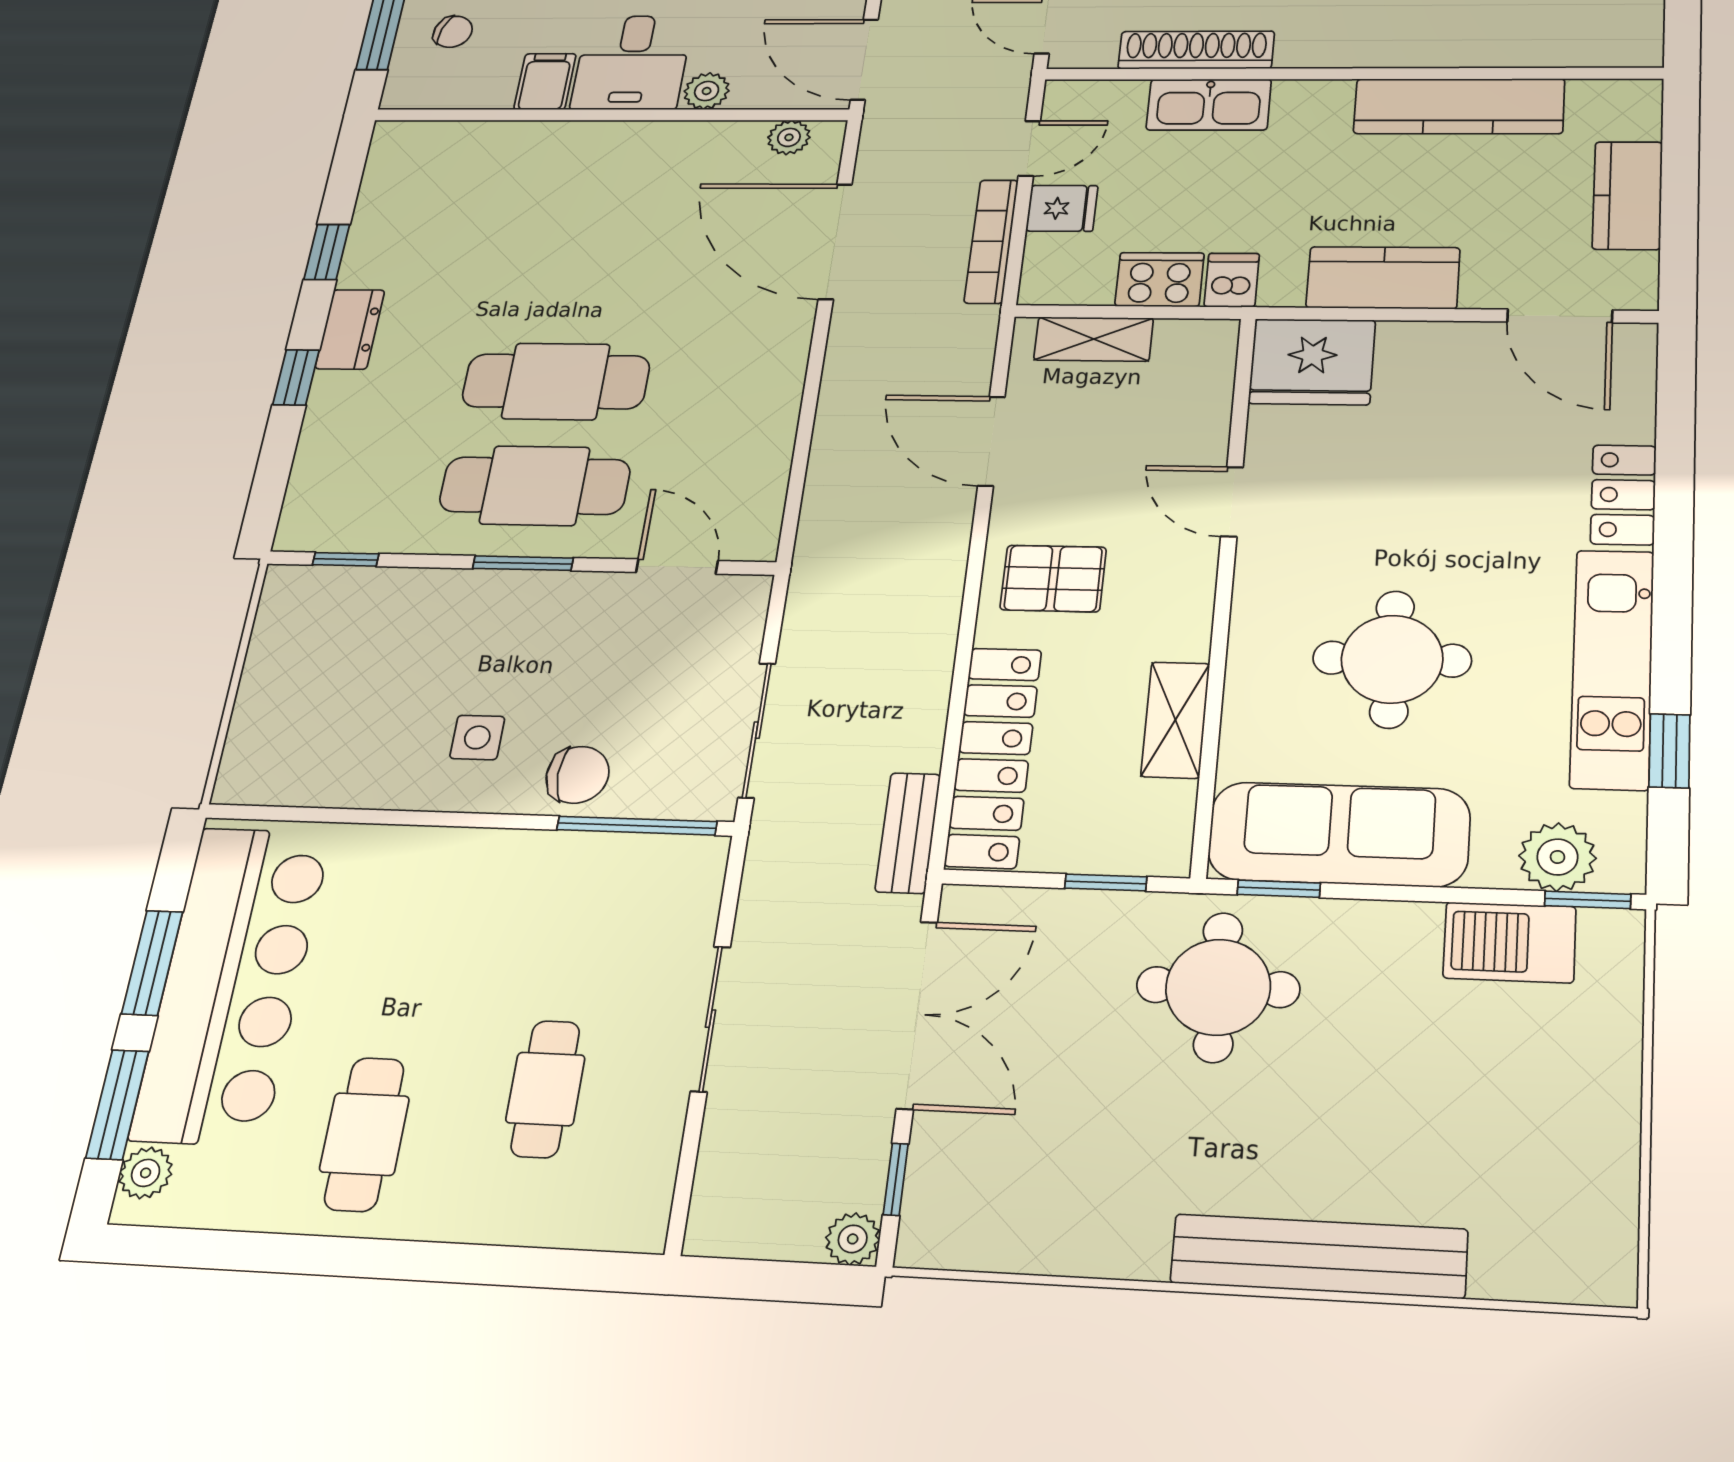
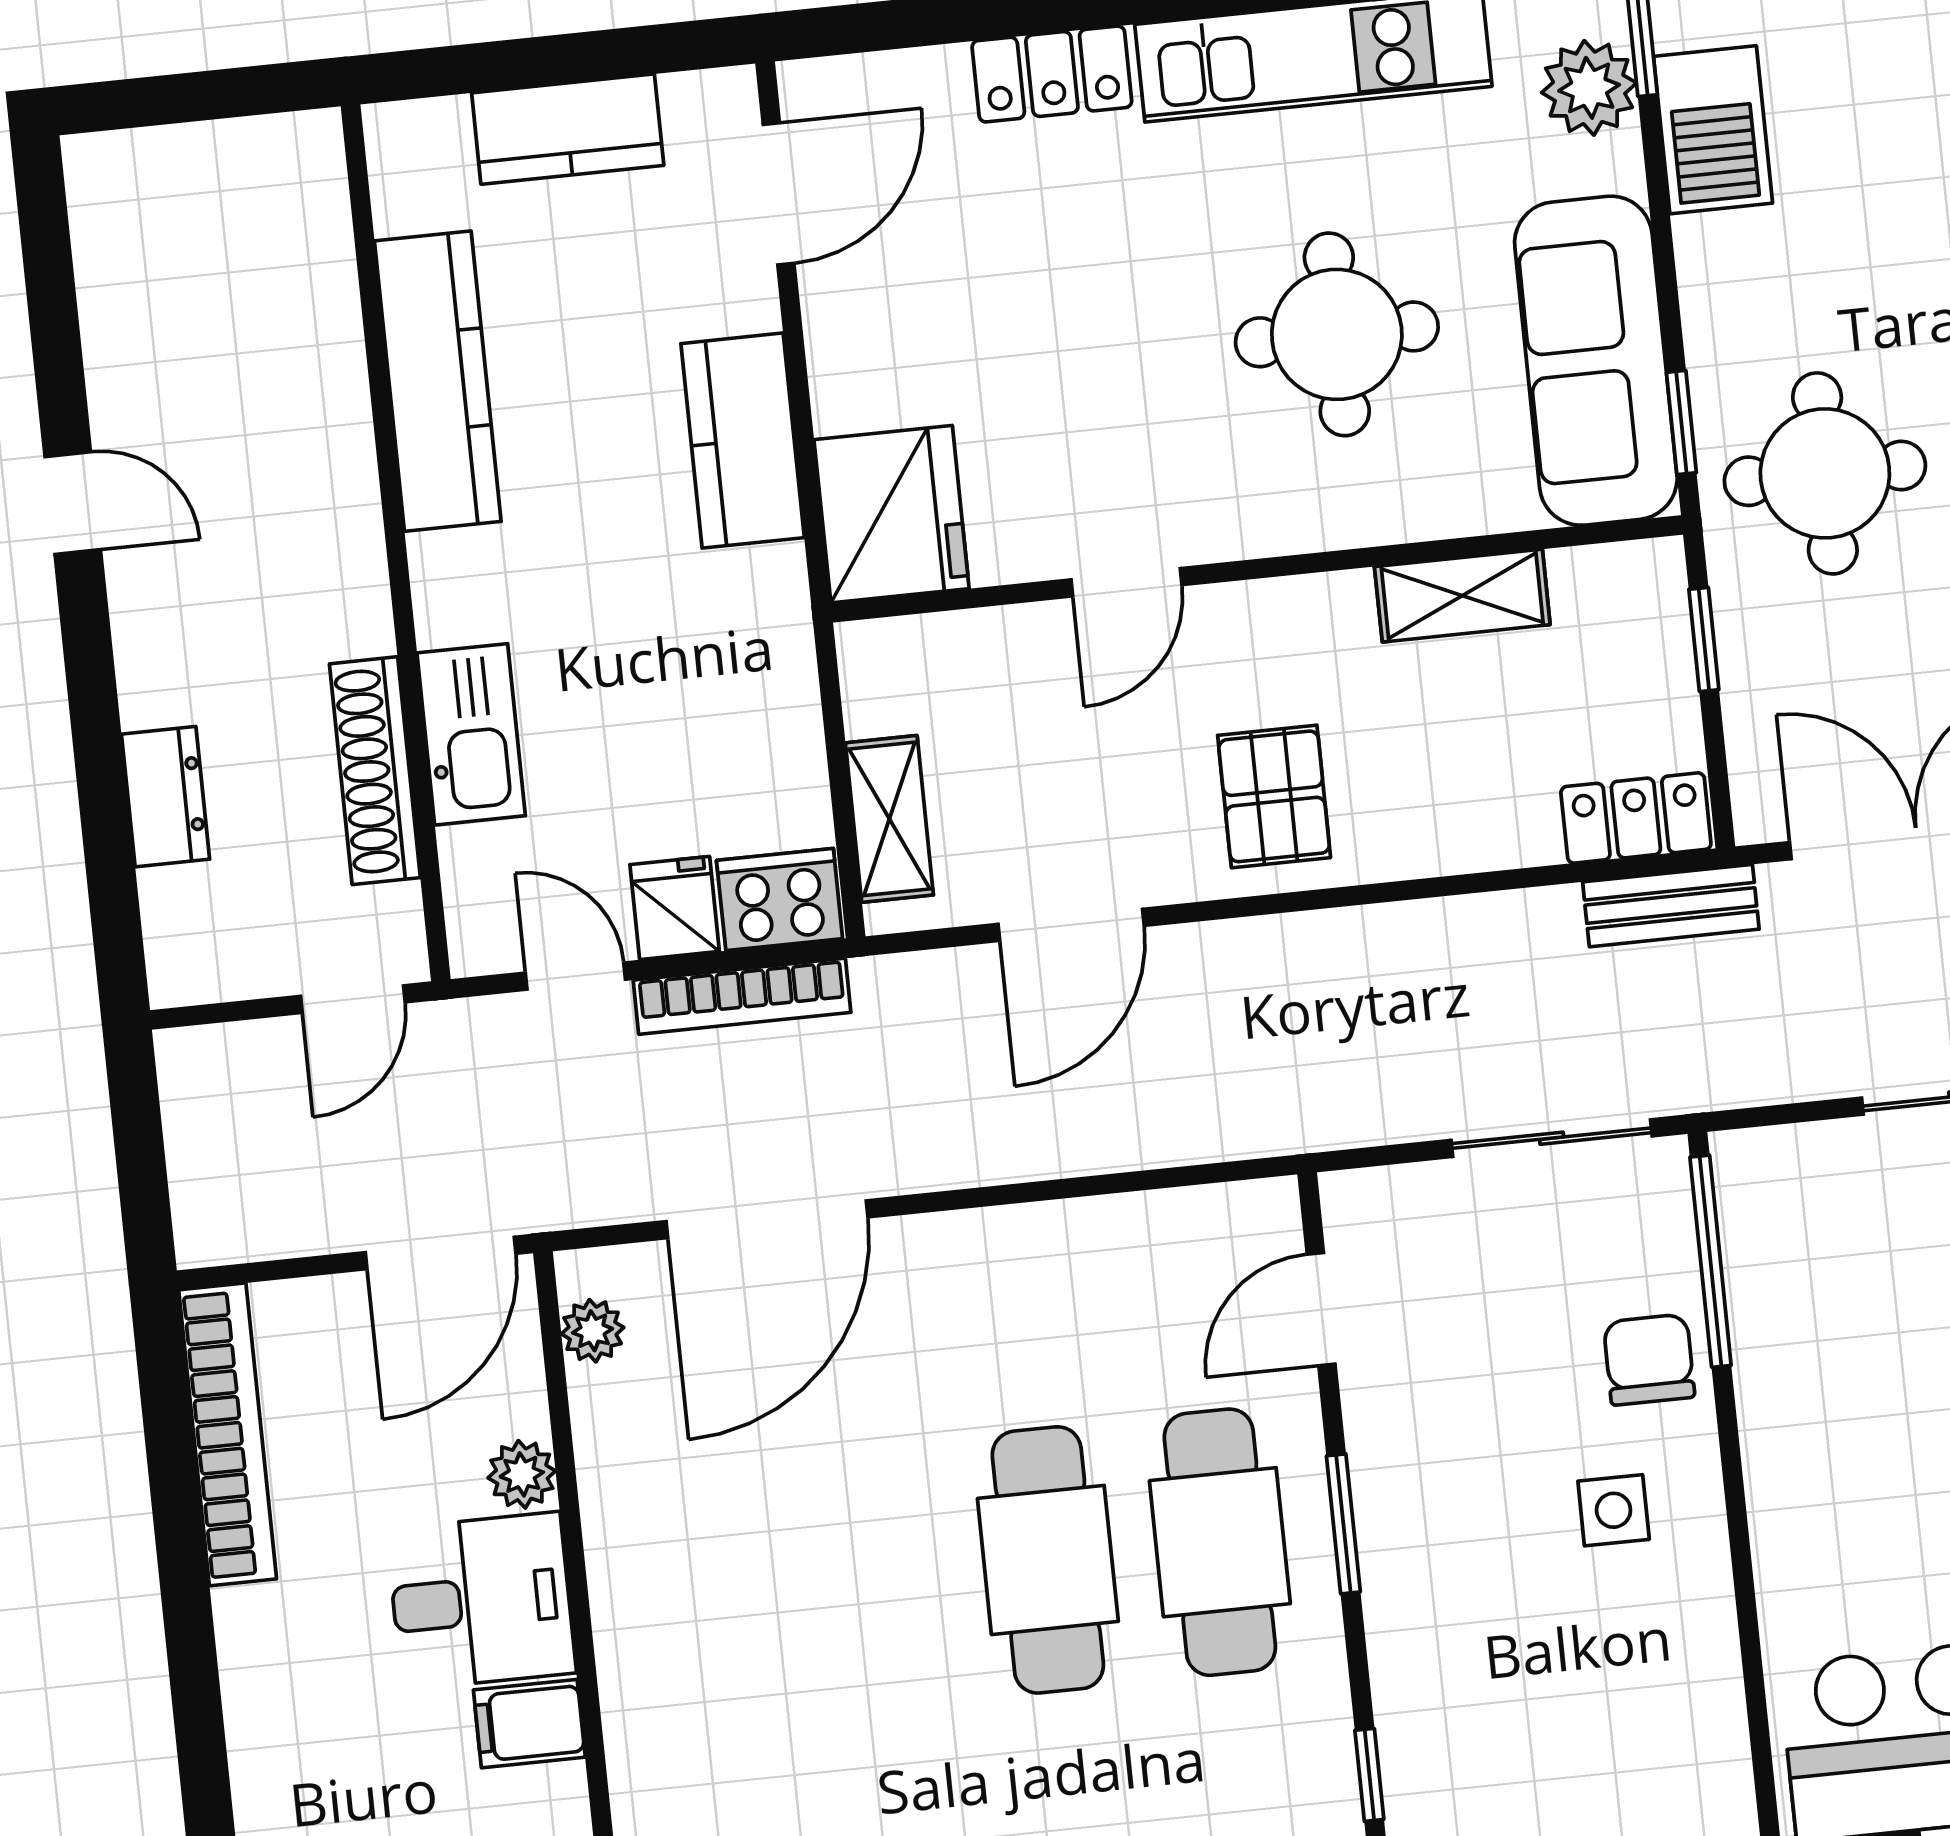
cooker: (1160, 280) -> (780, 900), moved, turned 90
dishwasher: (1232, 280) -> (770, 647), removed
locker: (994, 757) -> (1636, 818), width x0.46, depth x0.83

